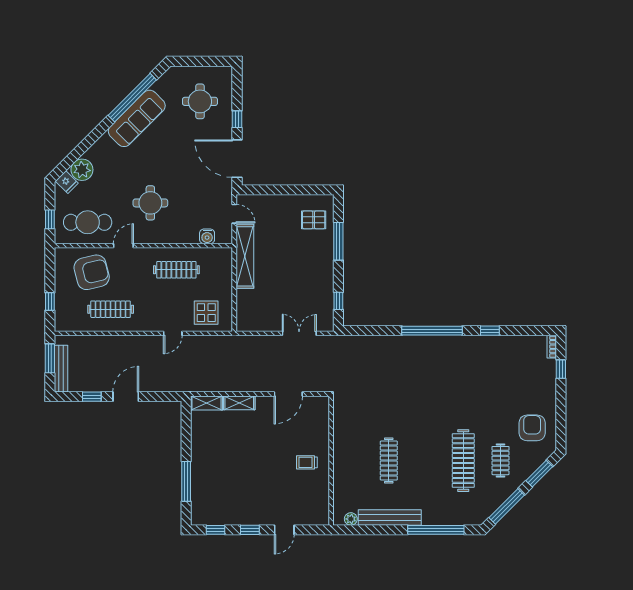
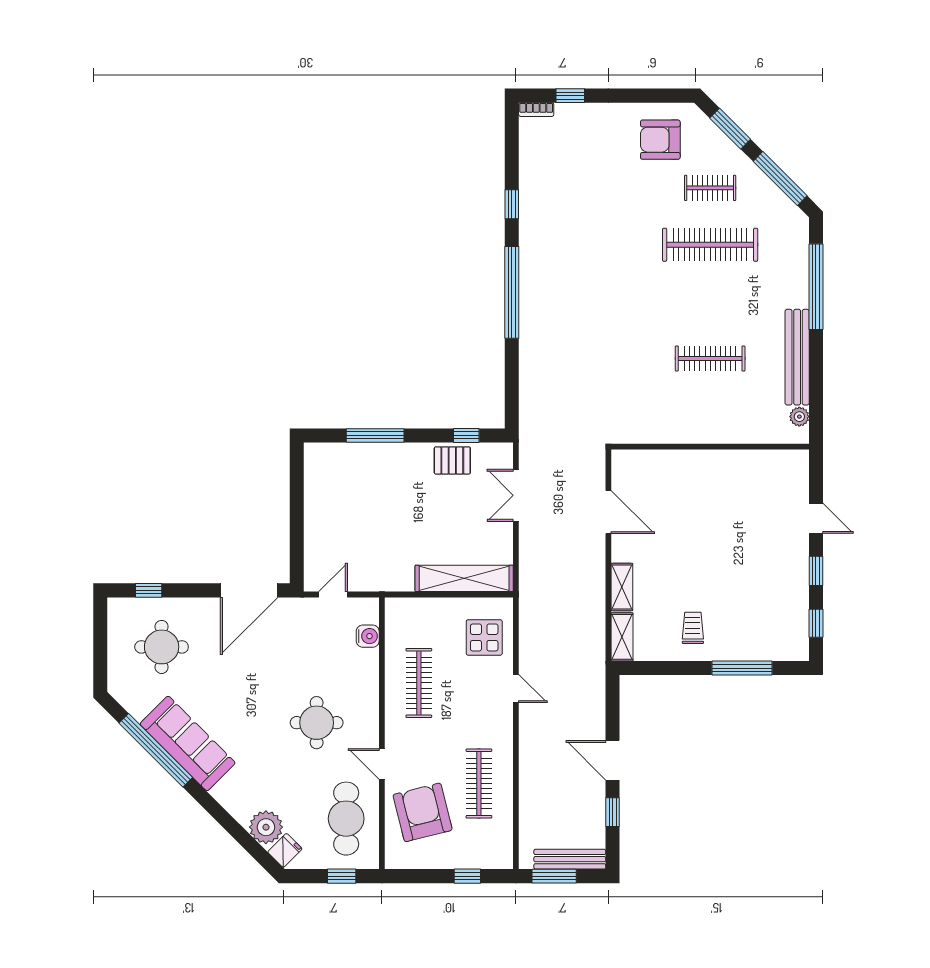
window: (237, 119) -> (149, 590), moved
pallet: (314, 220) -> (452, 460), moved, turned 90
shelving: (245, 256) -> (464, 578), moved
trolley: (307, 462) -> (693, 628), moved, turned 180

